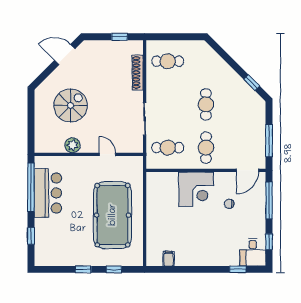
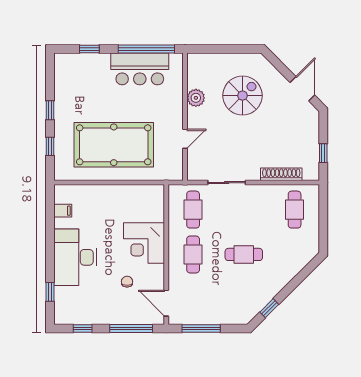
spiral stairs: (71, 105) -> (242, 96), turned -90
cafe table: (206, 148) -> (193, 254), turned 90
desk: (253, 252) -> (75, 257), moved, width x1.87, depth x1.30

